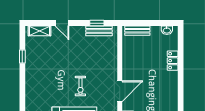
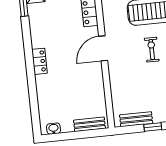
window: (97, 23) -> (153, 127), moved
locker: (173, 61) -> (39, 61), moved

